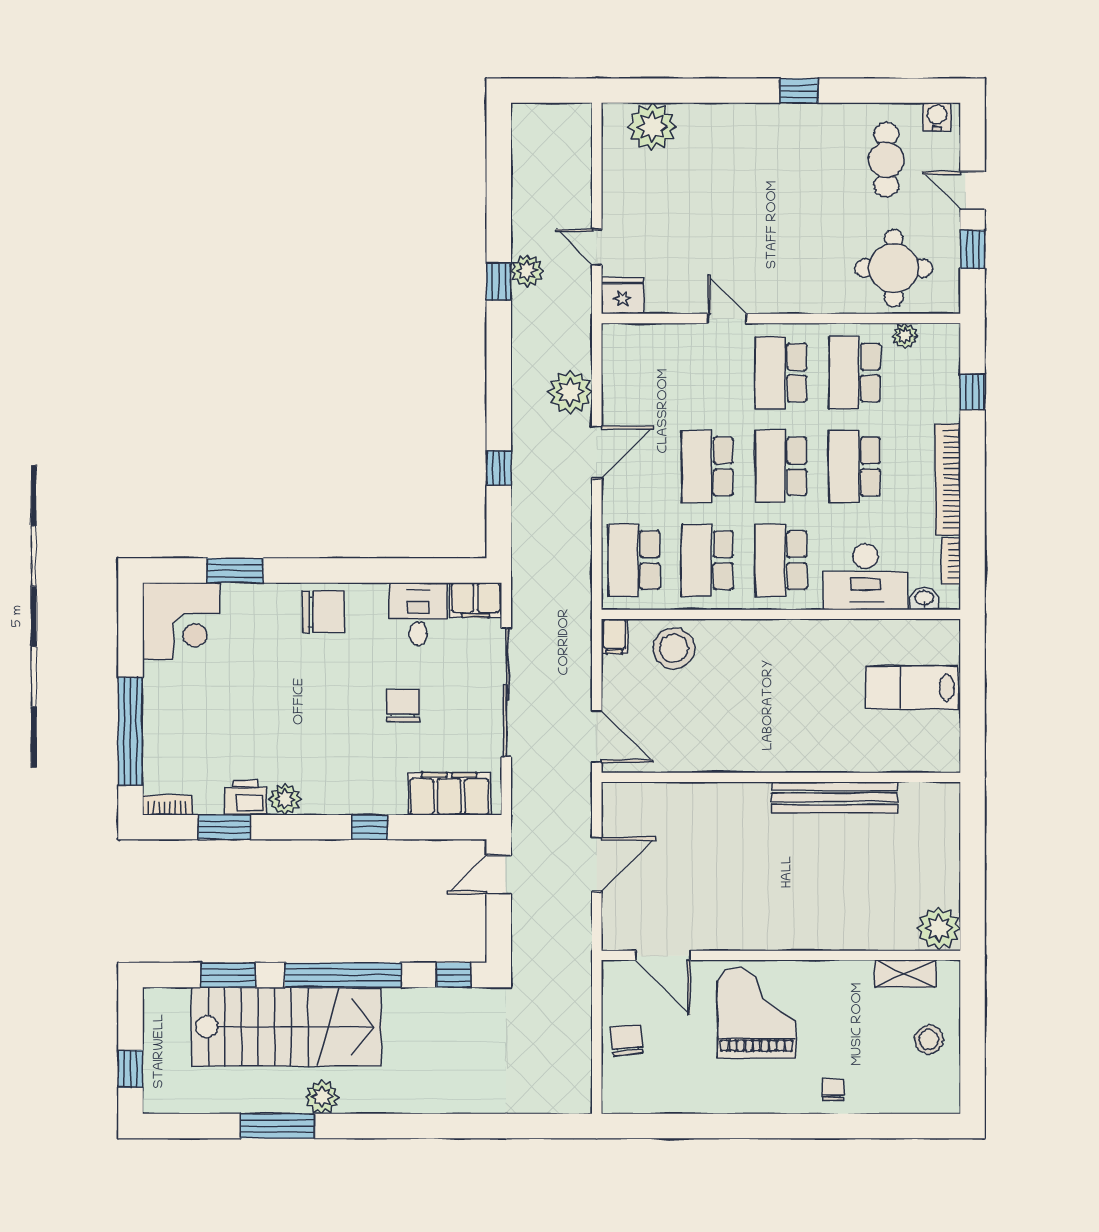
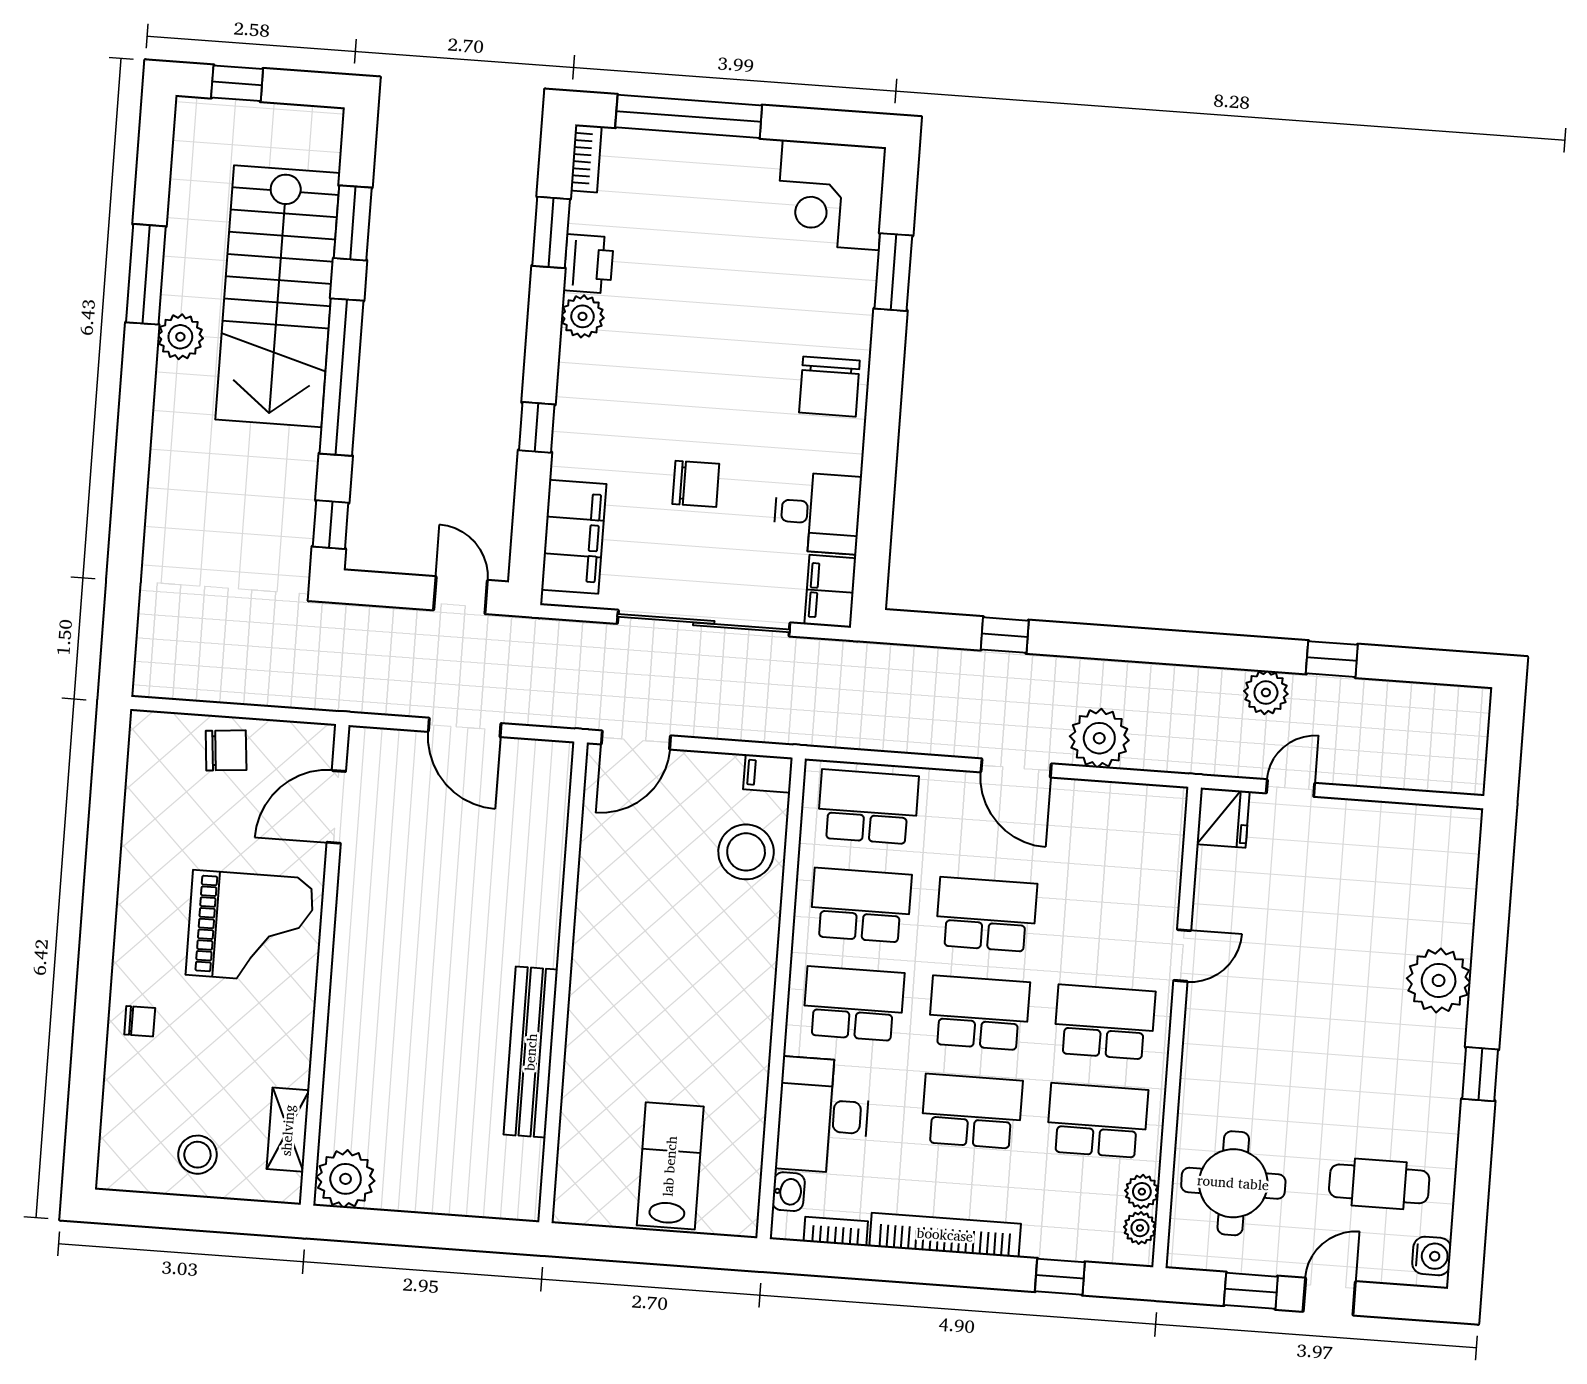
plant: (652, 127) -> (1439, 980), moved
window: (499, 282) -> (1332, 659), moved
plant: (932, 335) -> (1140, 1228), added

